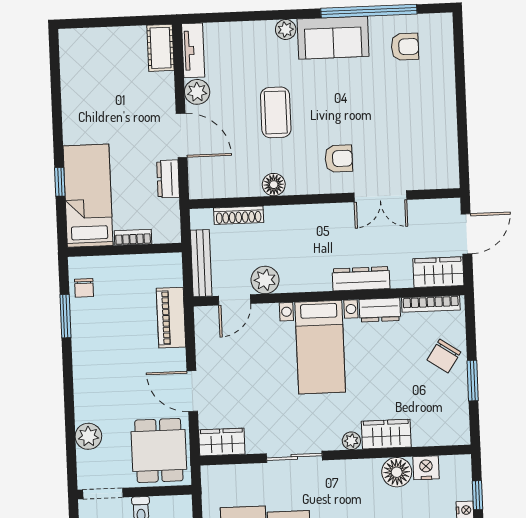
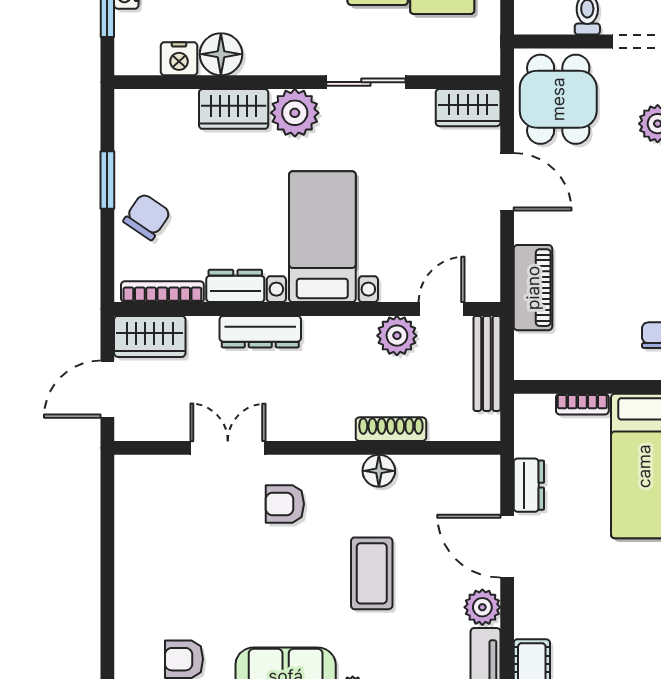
shoe rack: (239, 215) -> (391, 429), moved
plant: (351, 441) -> (295, 113), width x1.87, depth x1.87

